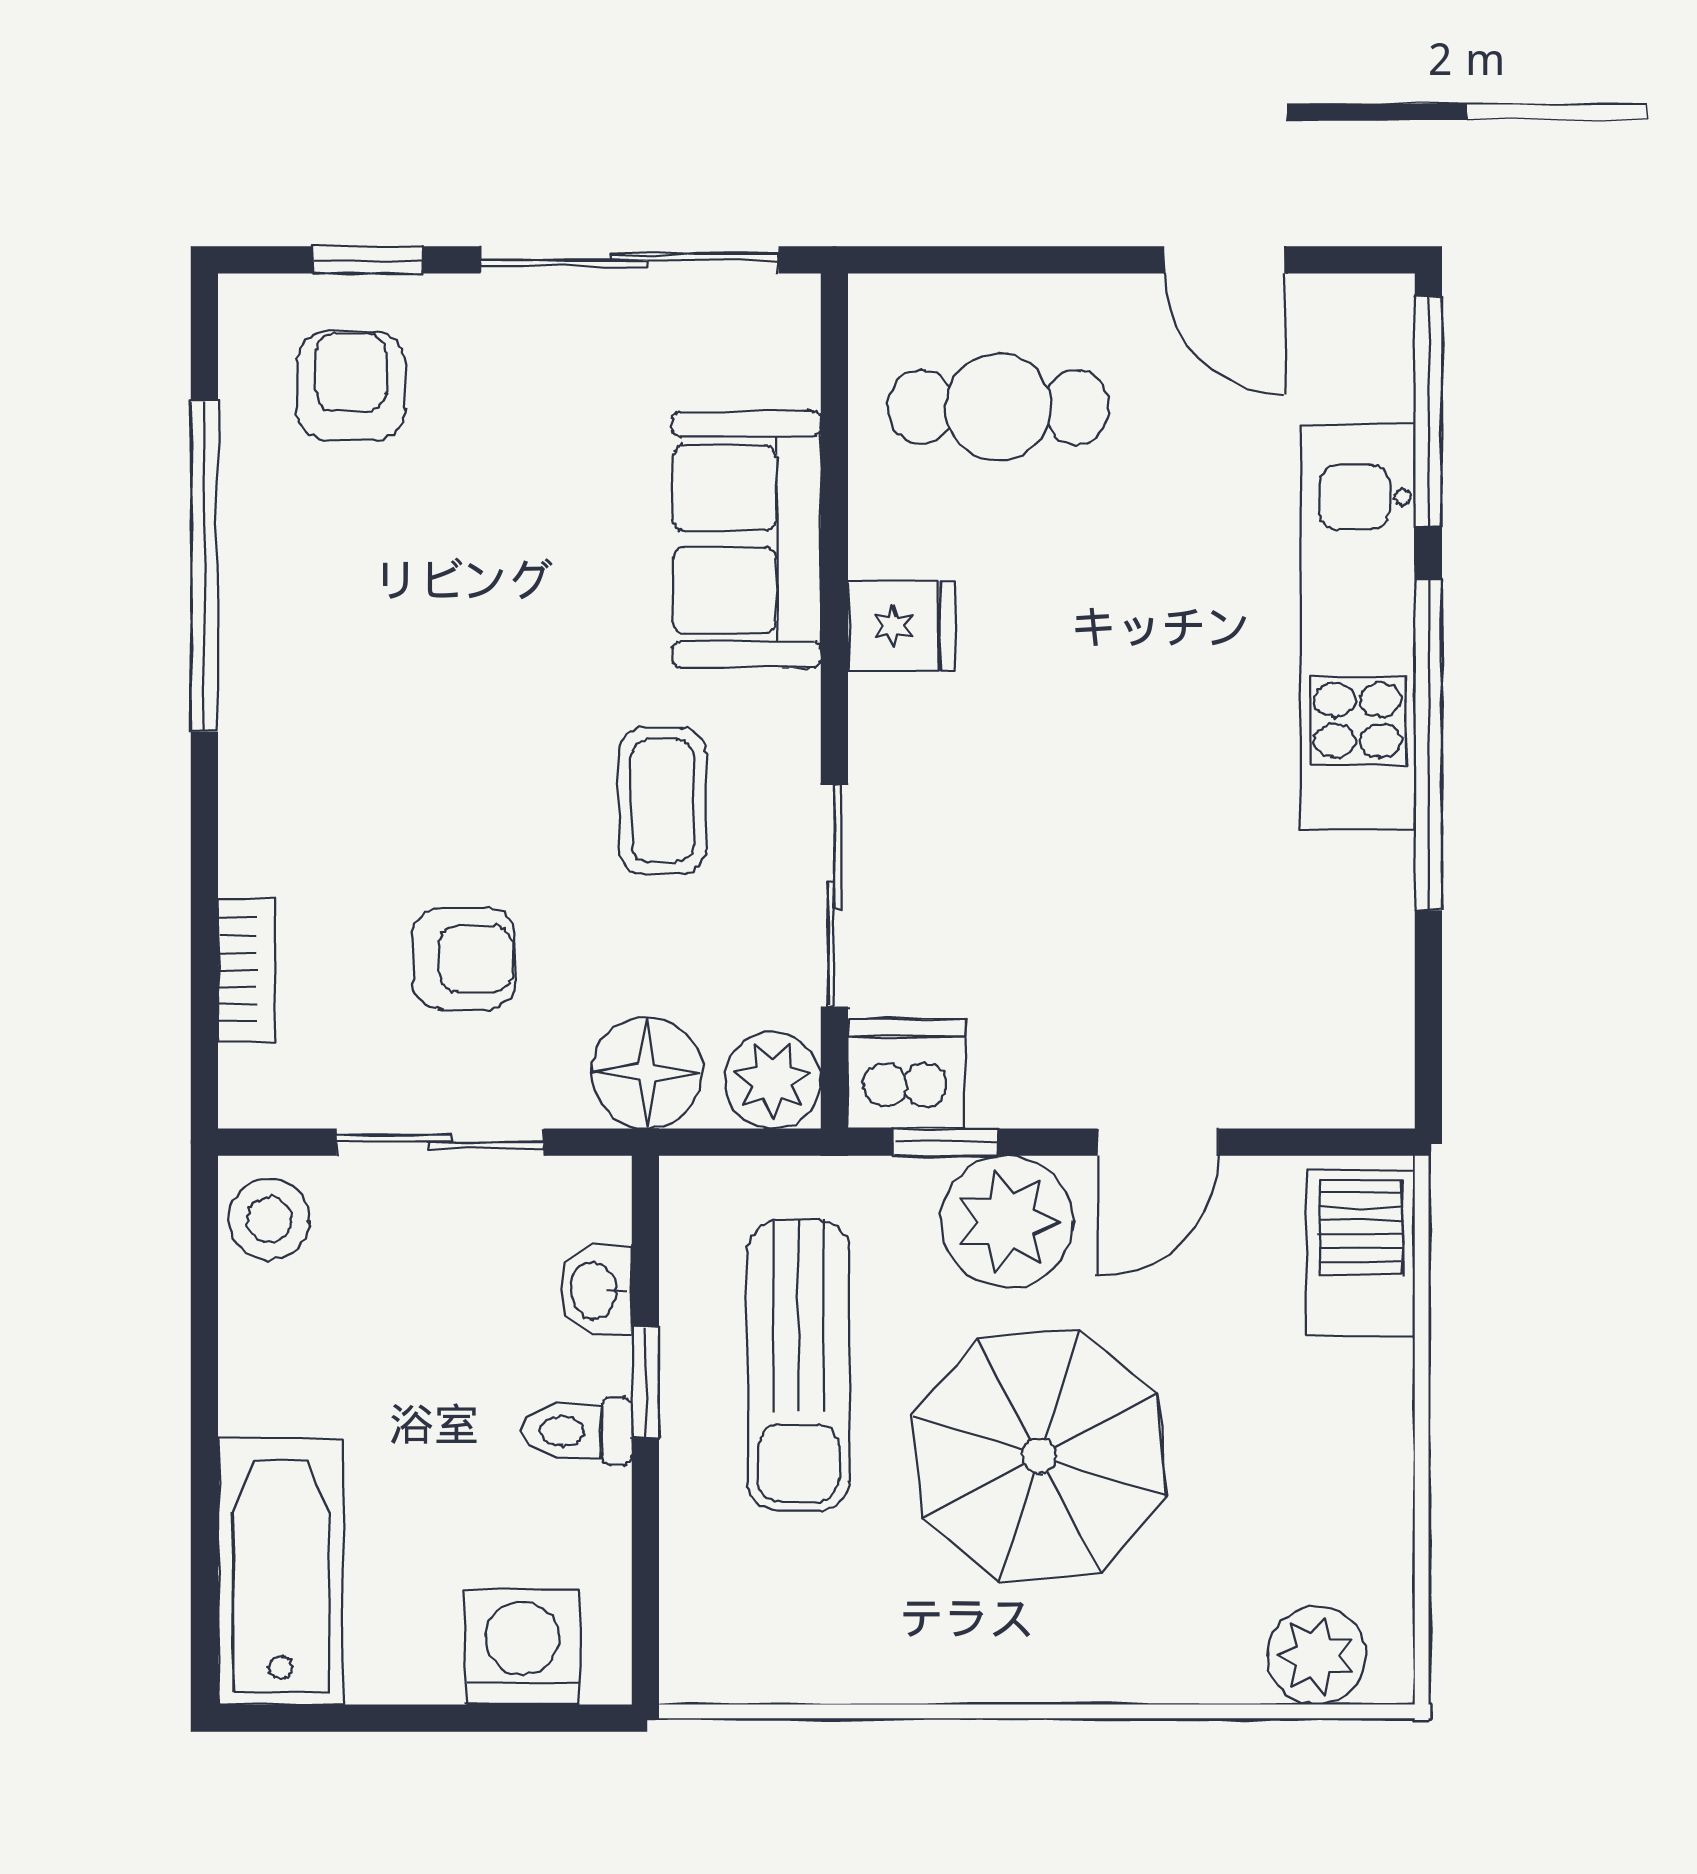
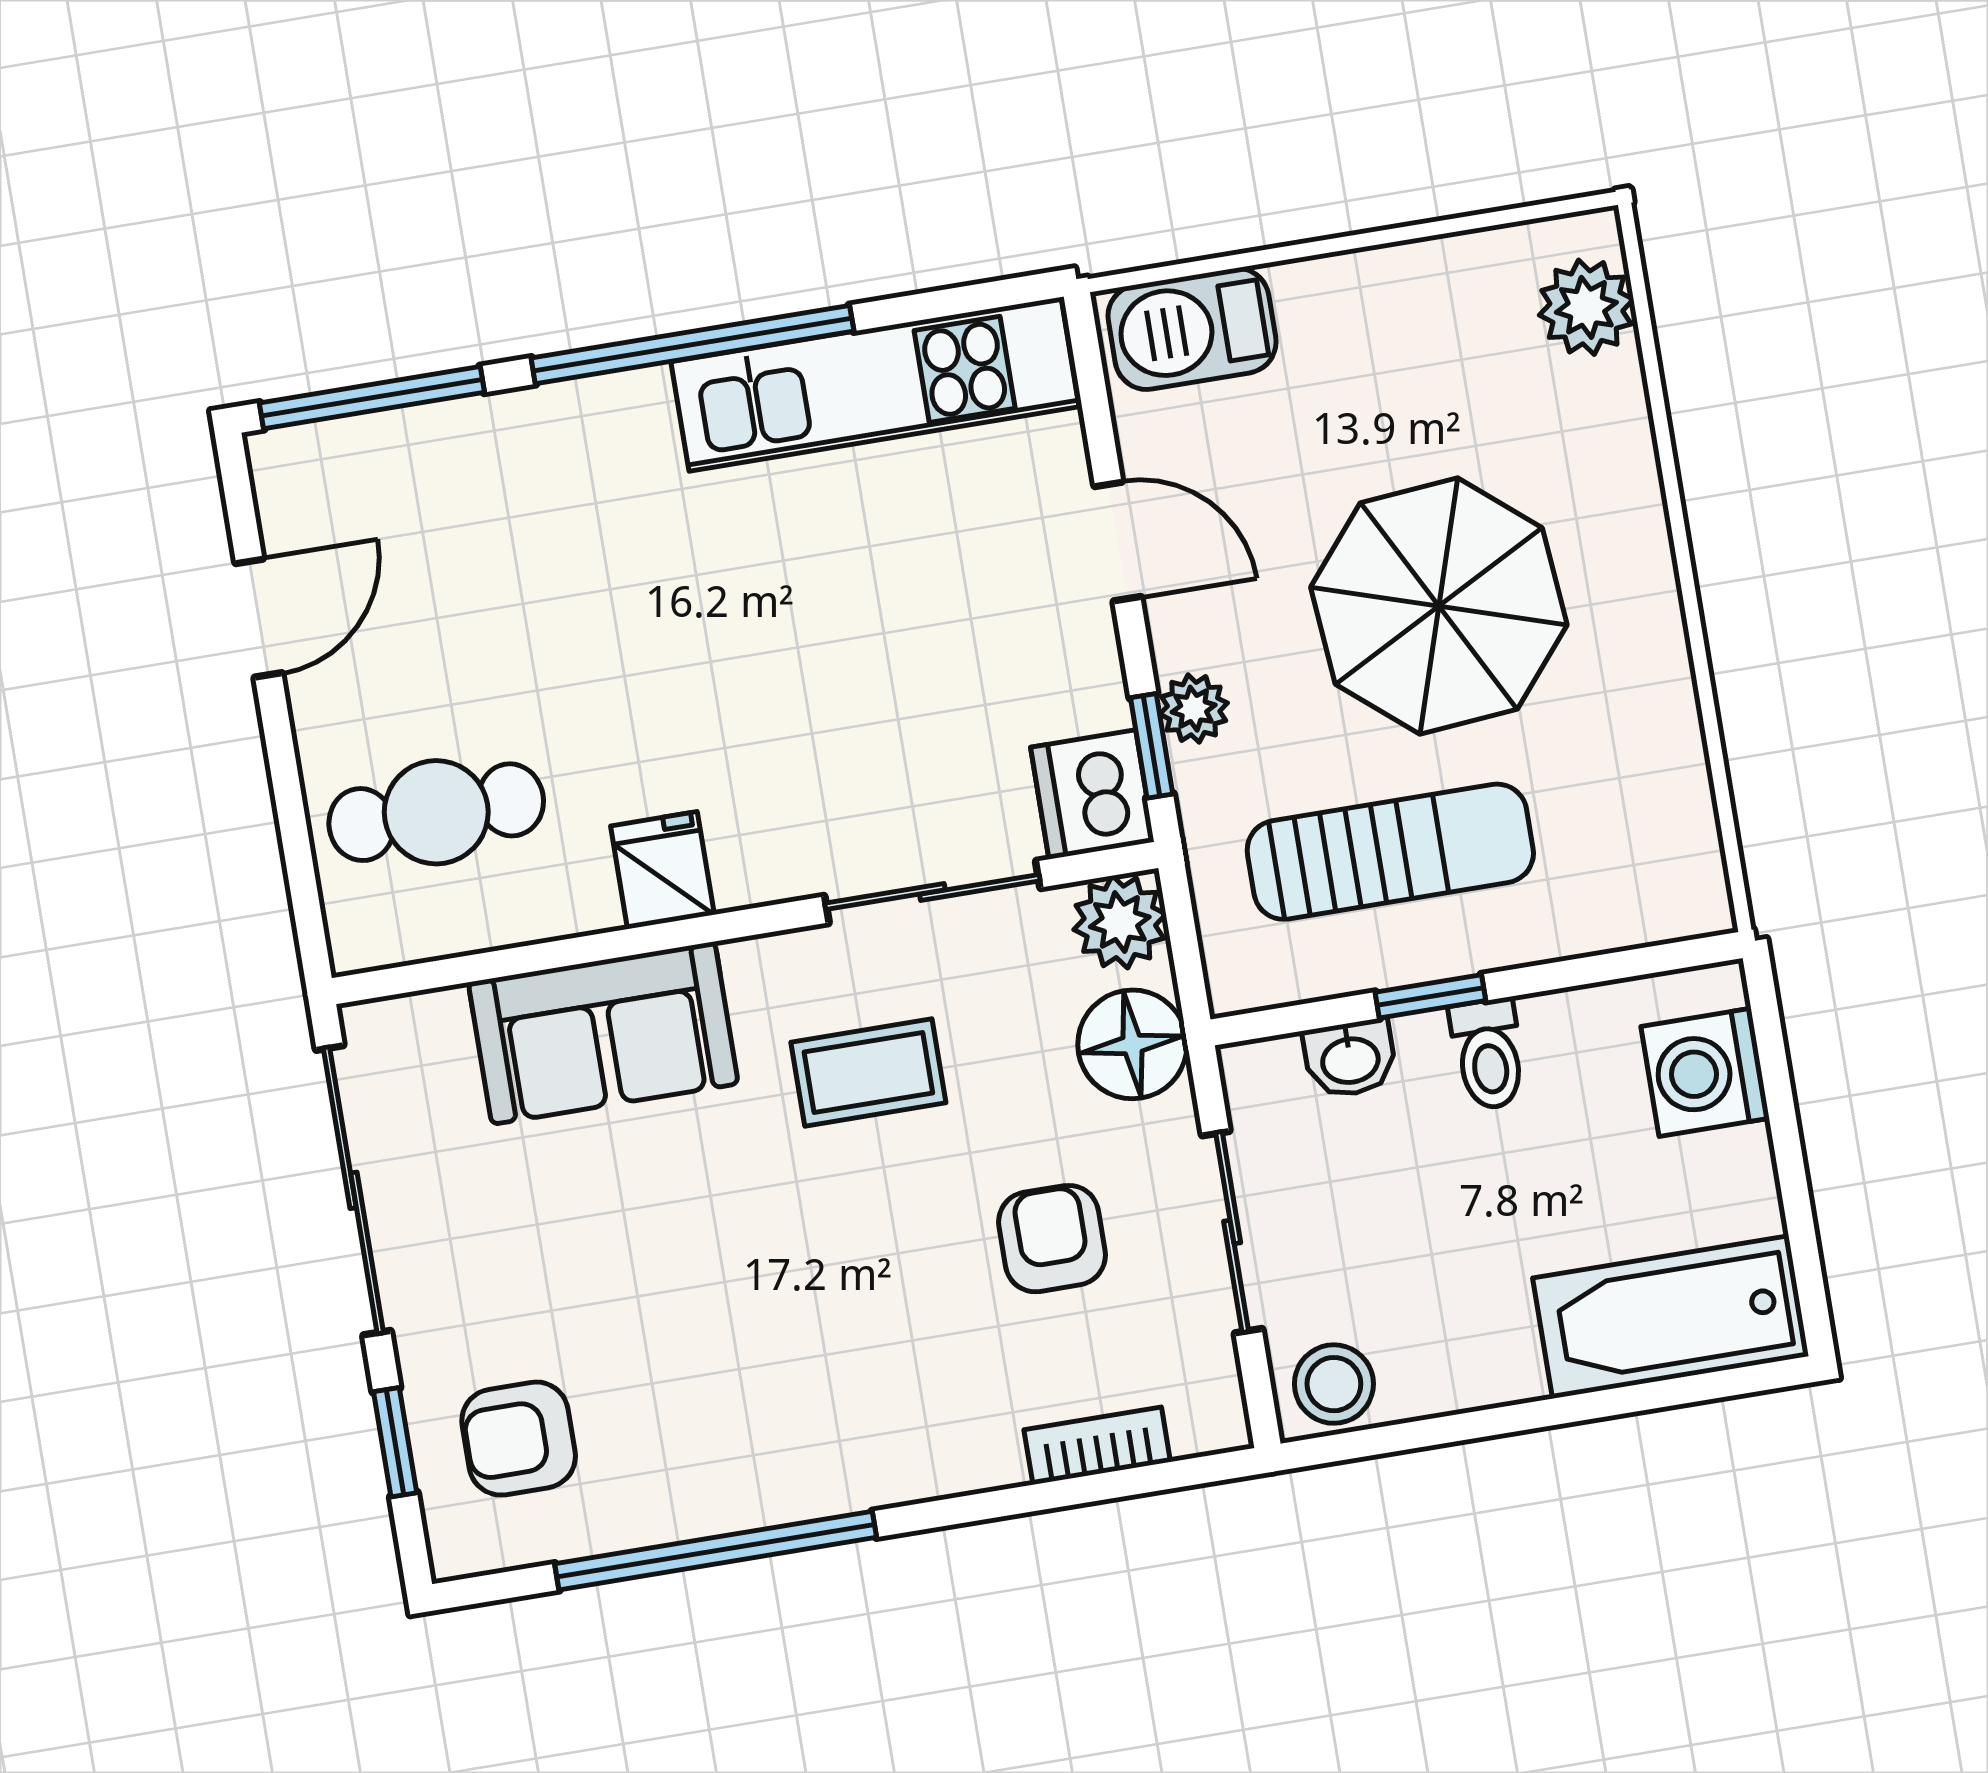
cafe table: (998, 407) -> (436, 812), turned 90
kitchen unit: (1358, 627) -> (875, 384), moved
plant: (1007, 1222) -> (1194, 709), width x0.53, depth x0.53

